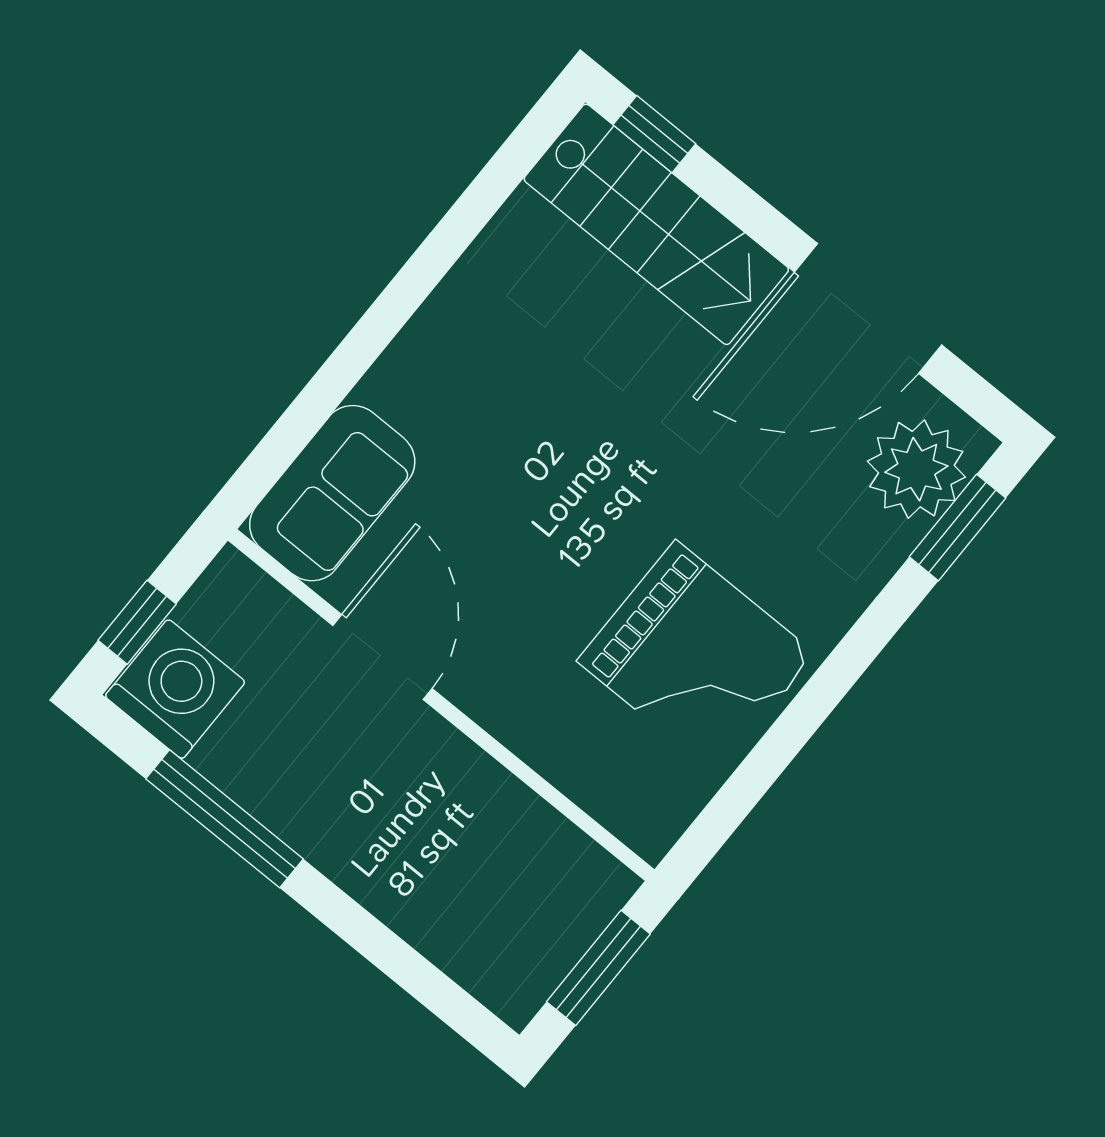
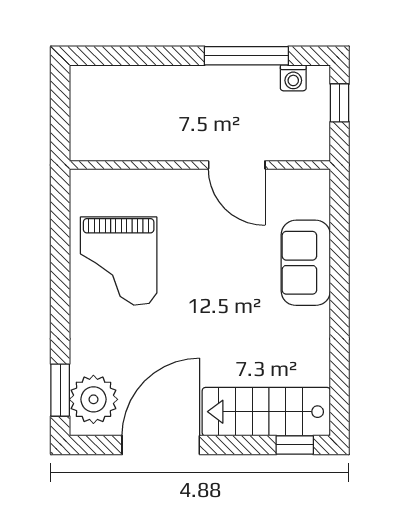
sofa: (332, 493) -> (306, 263), moved
grand piano: (696, 657) -> (119, 261), turned -90
washing machine: (175, 689) -> (293, 78), width x0.53, depth x0.53
window: (598, 968) -> (60, 114), removed

